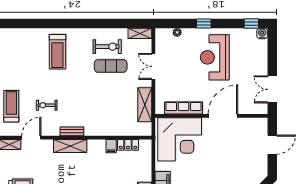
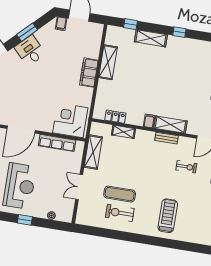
shelving: (140, 33) -> (123, 132), moved
double door: (153, 66) -> (79, 187), swing flipped
corner desk: (180, 139) -> (70, 120), width x0.74, depth x0.74
filing cabinet: (111, 146) -> (149, 121), moved

